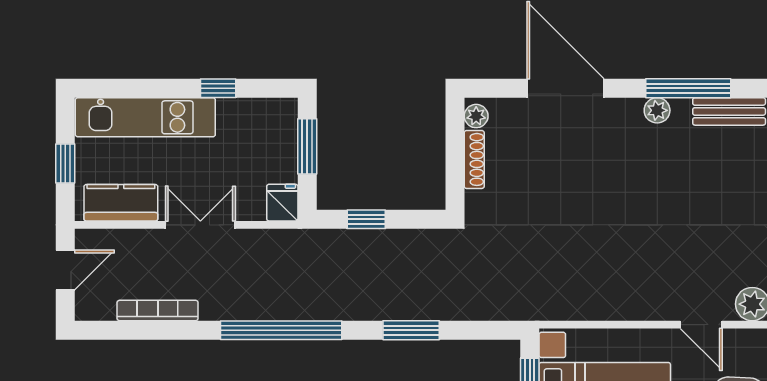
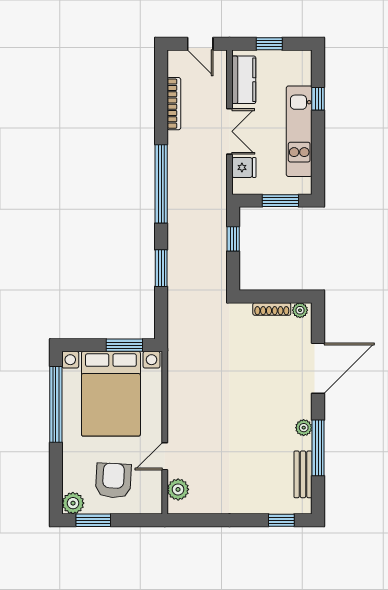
window: (218, 88) -> (318, 99), moved
kitchen unit: (145, 117) -> (299, 131), moved
fridge: (282, 203) -> (244, 167), moved

